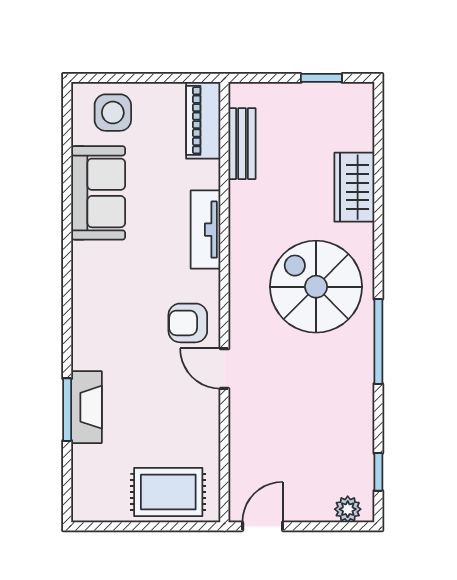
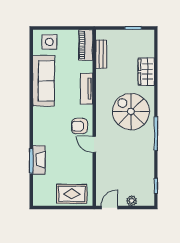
sofa: (98, 193) -> (44, 81), width x1.36
plant: (348, 509) -> (132, 201), moved

